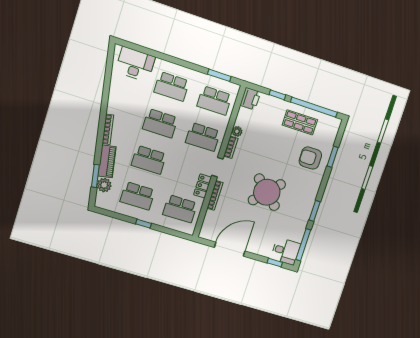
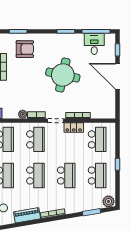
armchair: (310, 158) -> (25, 49), turned -90
piano: (107, 161) -> (27, 215), moved
plant: (104, 185) -> (108, 201), moved
round table: (267, 192) -> (63, 75), turned -31
door: (230, 249) -> (117, 76), moved
desk: (286, 251) -> (94, 44), moved

